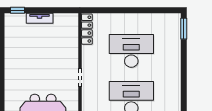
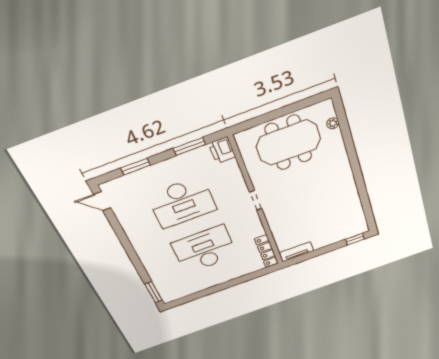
tv unit: (40, 18) -> (296, 252), moved
desk: (131, 51) -> (204, 249), turned 180

